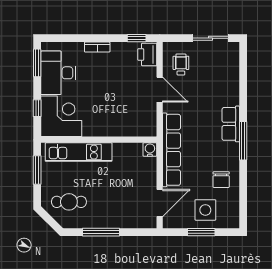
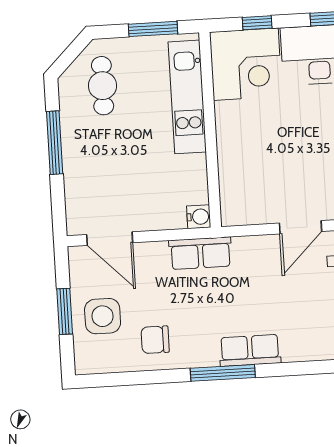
row of seats: (171, 150) -> (200, 253), width x0.50

